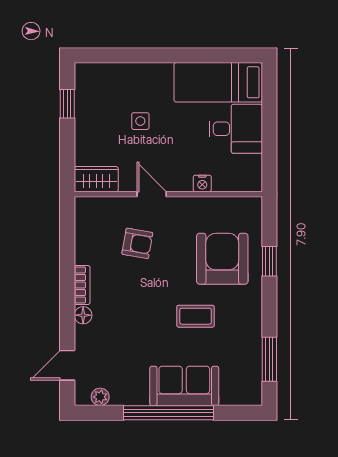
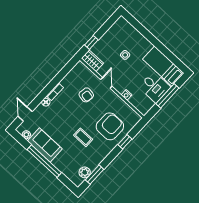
window: (67, 104) -> (91, 42), moved
window: (269, 124) -> (167, 96), added
door: (67, 365) -> (25, 114), hinge flipped
plant: (250, 370) -> (85, 172), added
sofa: (184, 386) -> (45, 145), moved

